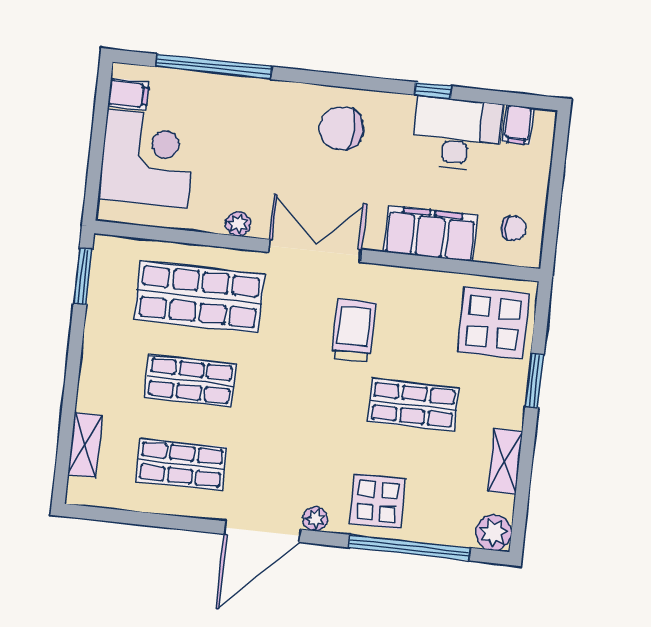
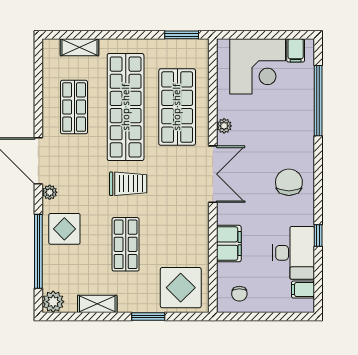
filing cabinet: (431, 234) -> (229, 244), width x0.67, depth x0.86
trolley: (354, 330) -> (128, 184), moved
shop shelf: (190, 381) -> (126, 107), width x2.00, depth x1.36

